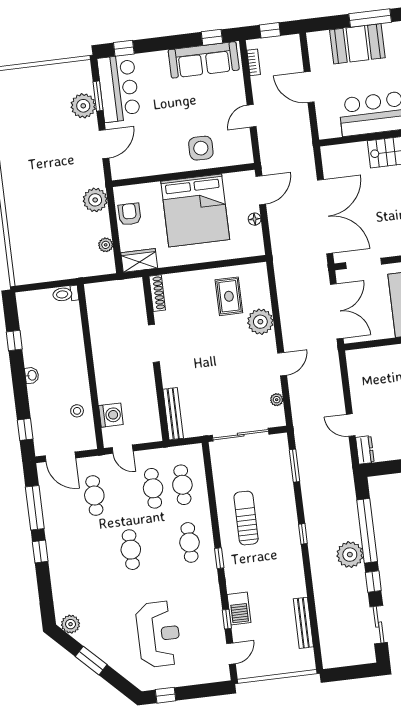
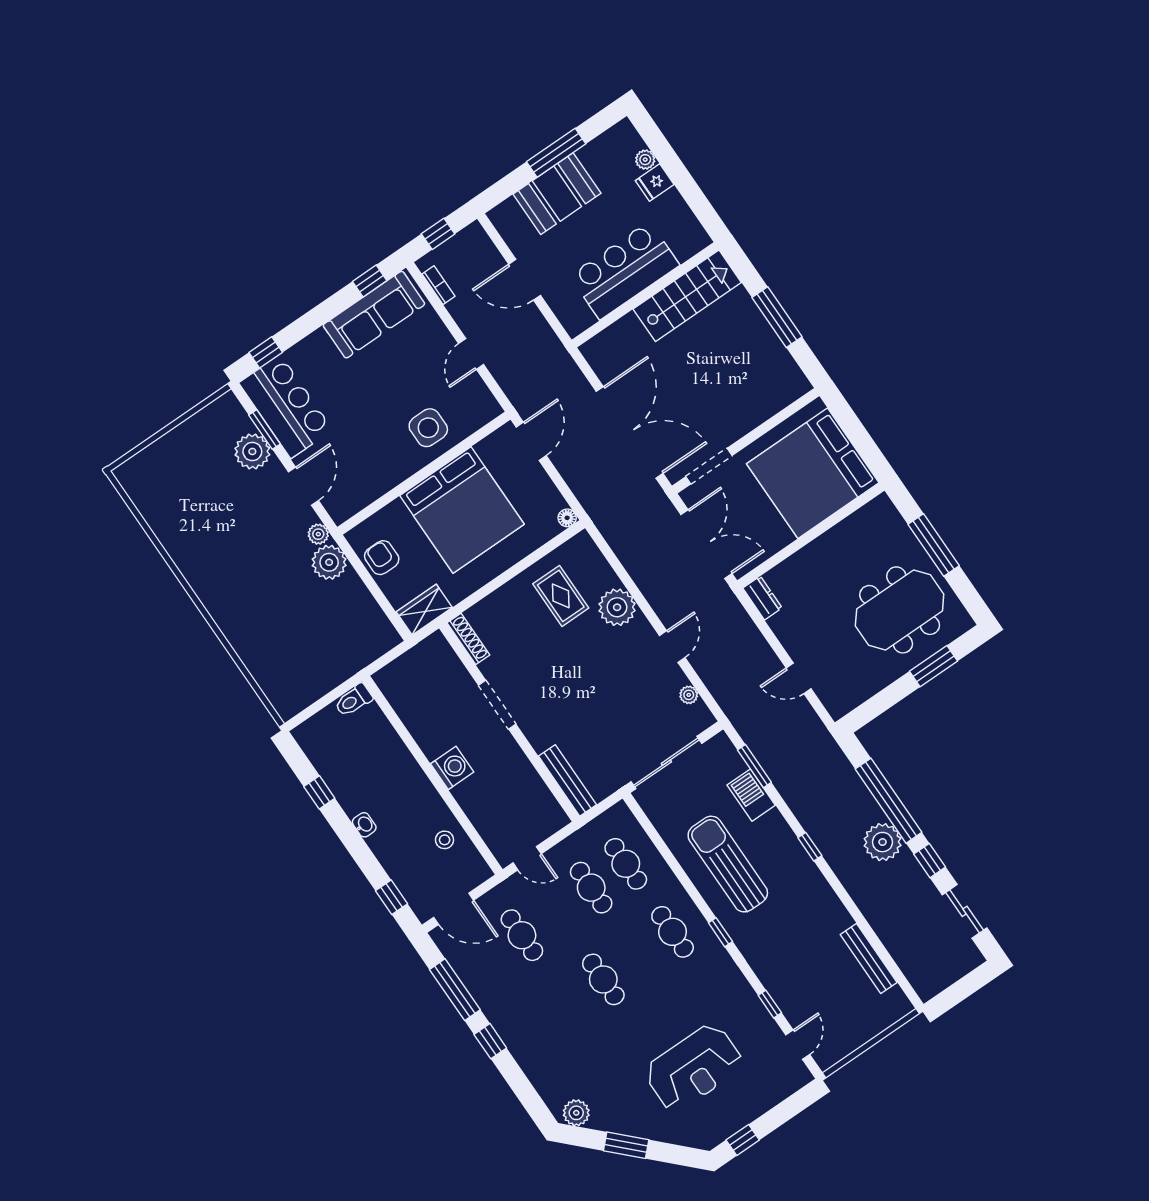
floor lamp: (255, 219) -> (567, 518), moved
plant: (106, 245) -> (318, 534), moved
washing machine: (111, 415) -> (452, 768), moved
dresser: (365, 450) -> (762, 598), moved
sun lounger: (246, 518) -> (728, 864), width x1.36, depth x1.34
barbecue: (239, 609) -> (751, 795), moved, turned 180
reception desk: (159, 634) -> (694, 1068), turned 90

